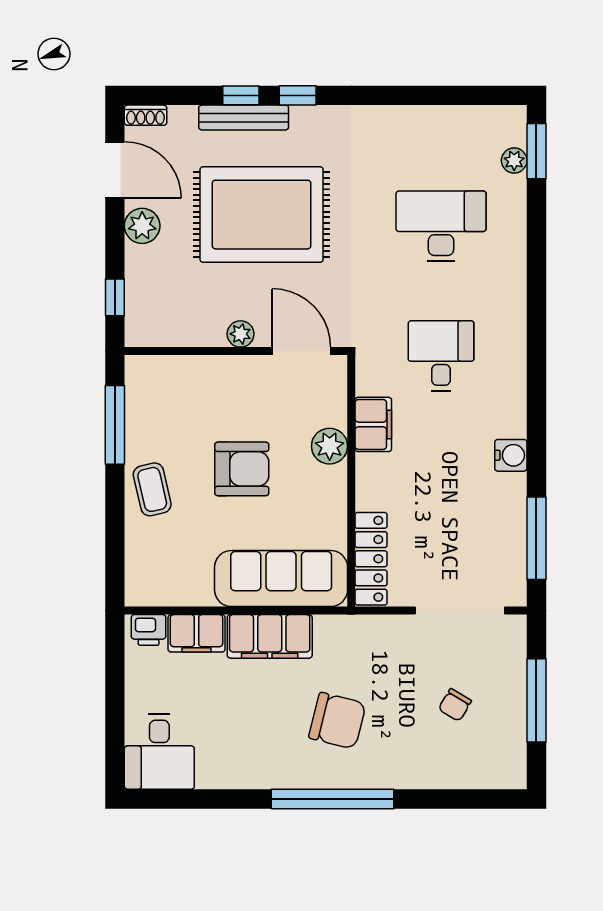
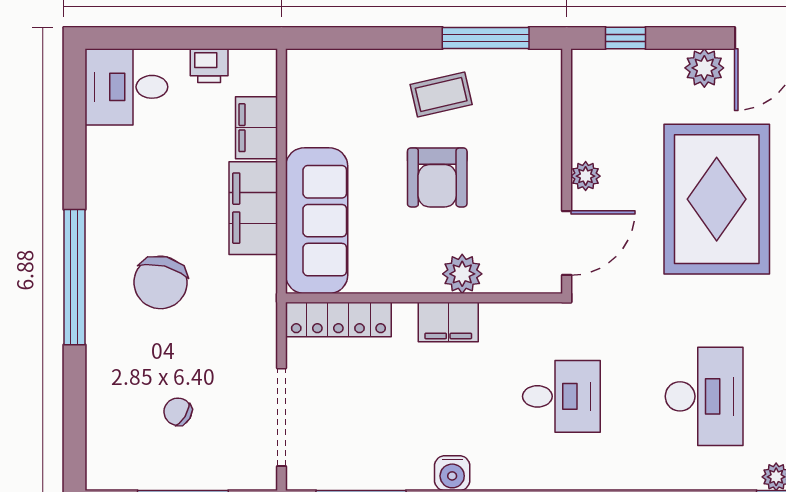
filing cabinet: (373, 424) -> (448, 322), moved
coffee table: (152, 489) -> (441, 94), moved
printer: (149, 630) -> (209, 66), moved, turned -90

